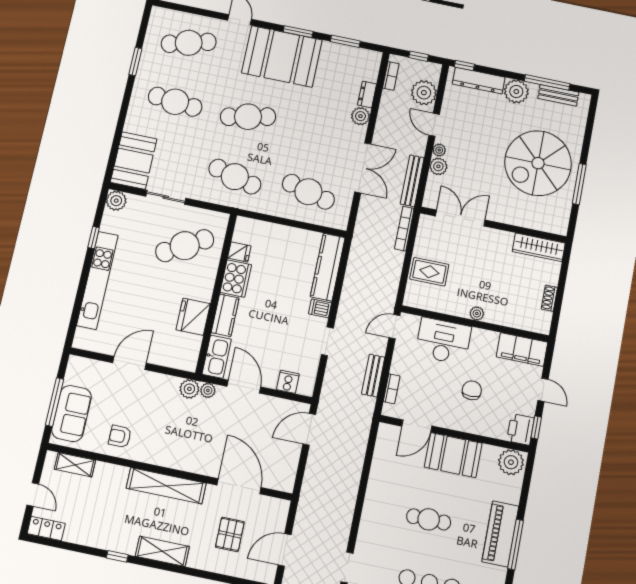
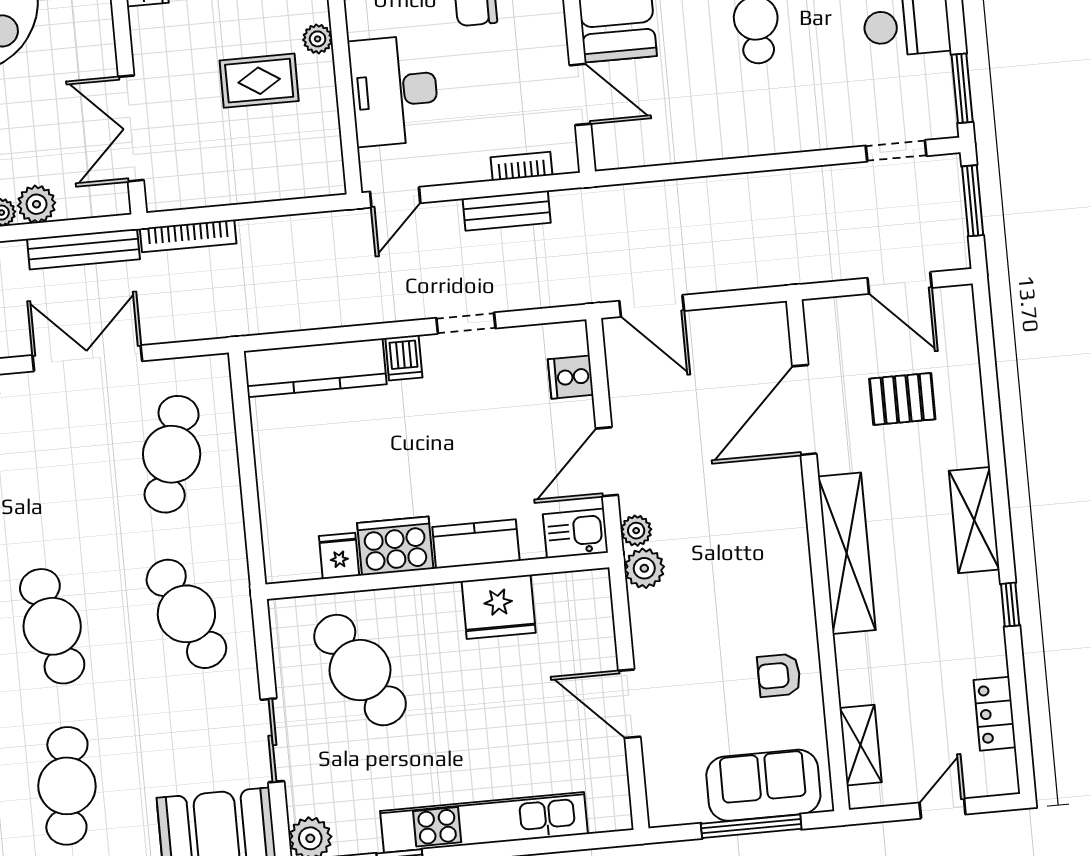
cafe table: (235, 177) -> (186, 614), turned -39
rug: (429, 272) -> (259, 81), moved, turned 90
door: (394, 327) -> (395, 197), hinge flipped
kitchen sink: (217, 357) -> (575, 533), width x0.73
armchair: (120, 436) -> (779, 675), turned 90
locker: (46, 528) -> (995, 714), moved

